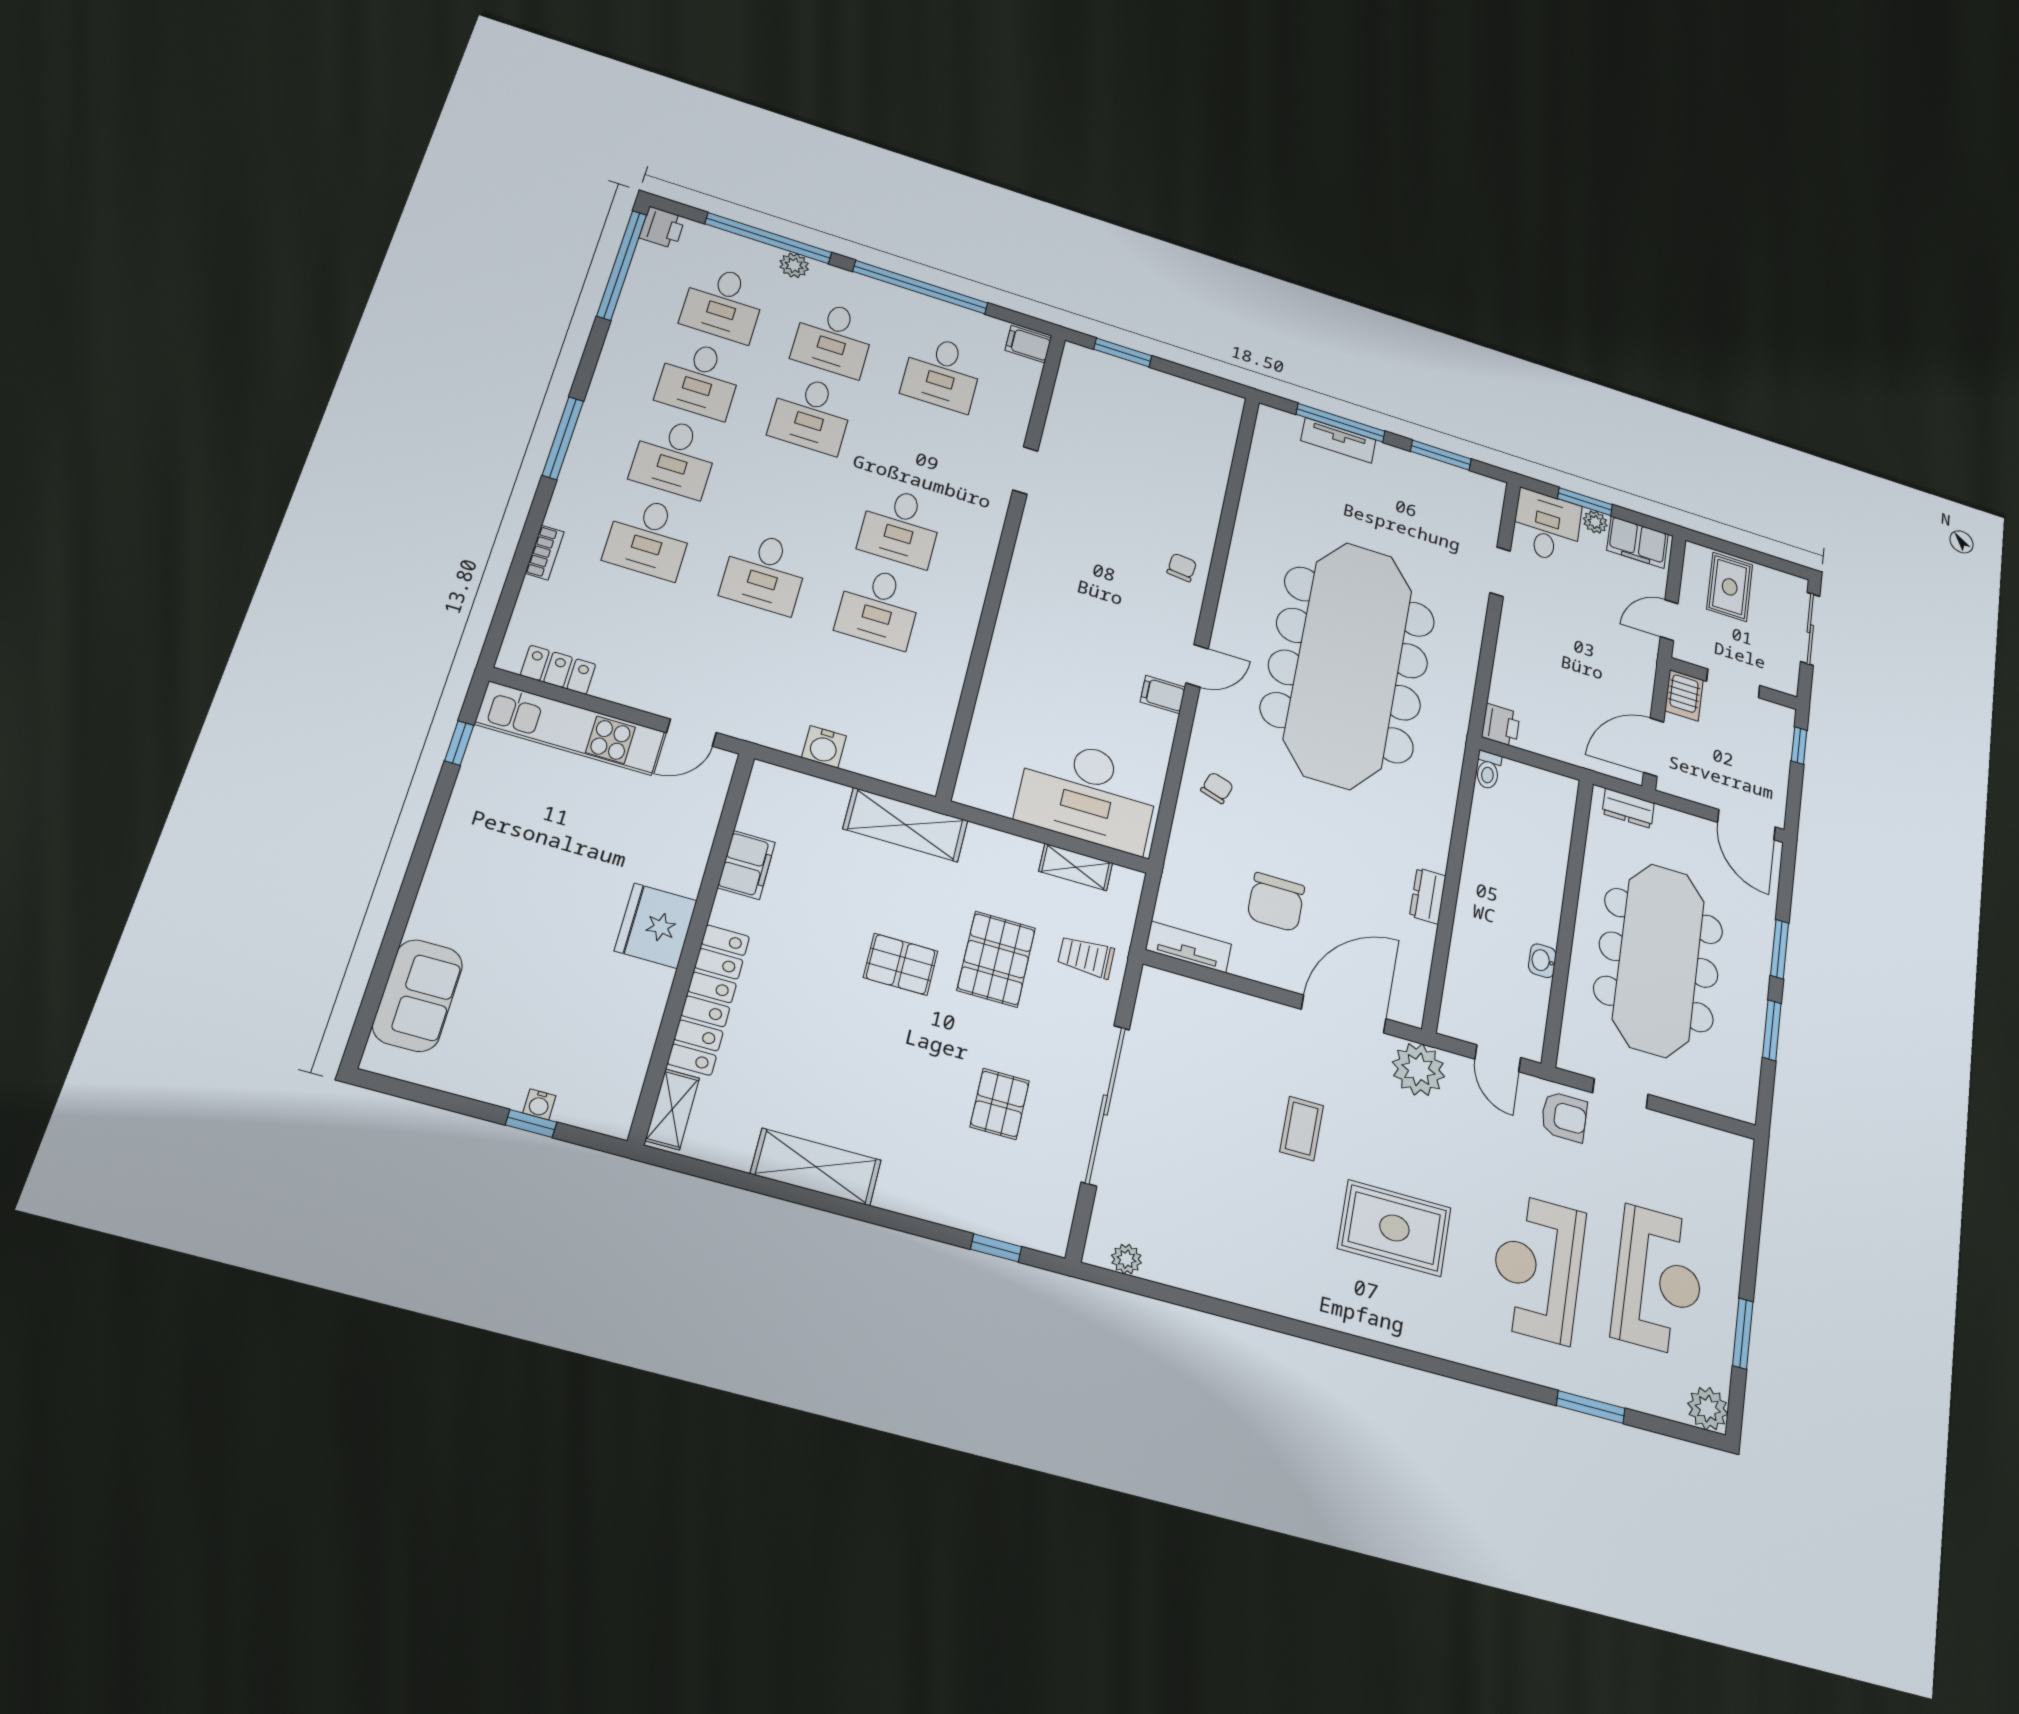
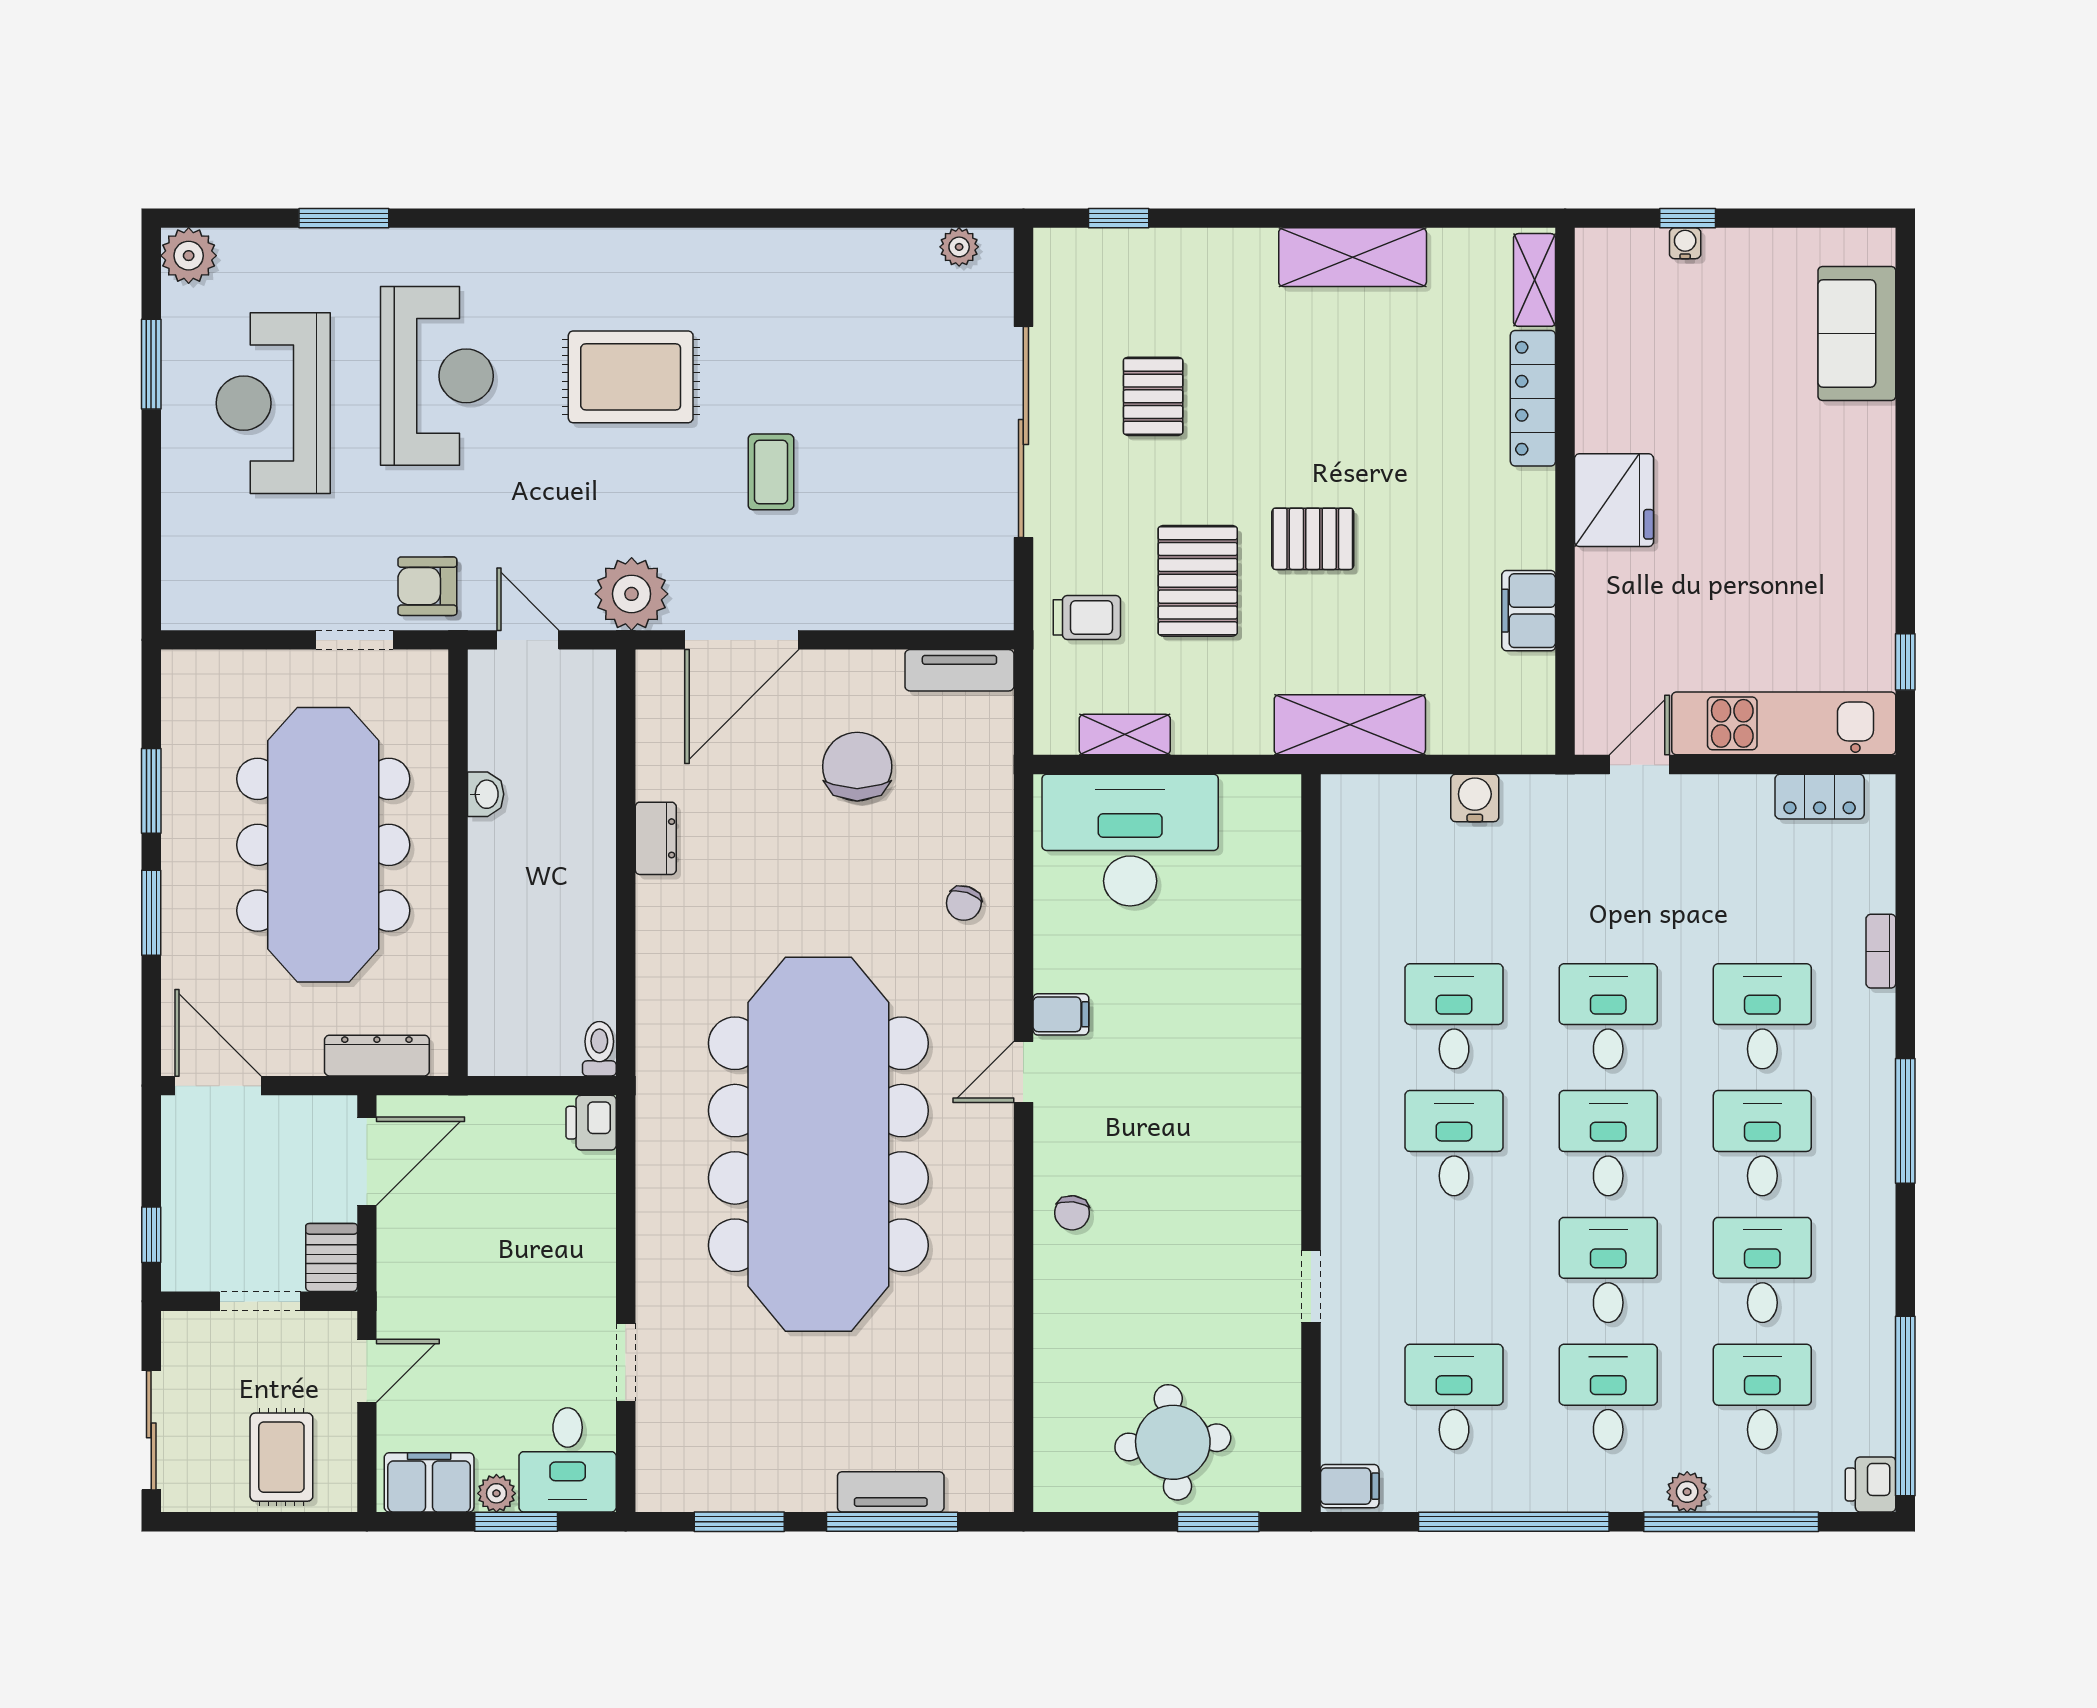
round table: (1143, 408) -> (1173, 1442), added
desk: (788, 492) -> (1608, 1143), added
dresser: (1628, 808) -> (377, 1056), width x1.44
locker: (709, 999) -> (1533, 398), width x0.71, depth x0.83

